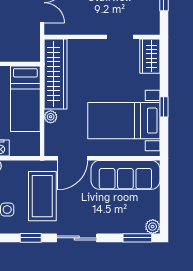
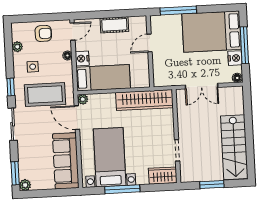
bed: (25, 99) -> (103, 78), moved, turned 180
window: (164, 107) -> (122, 189), width x2.17
plant: (51, 117) -> (83, 99), moved

